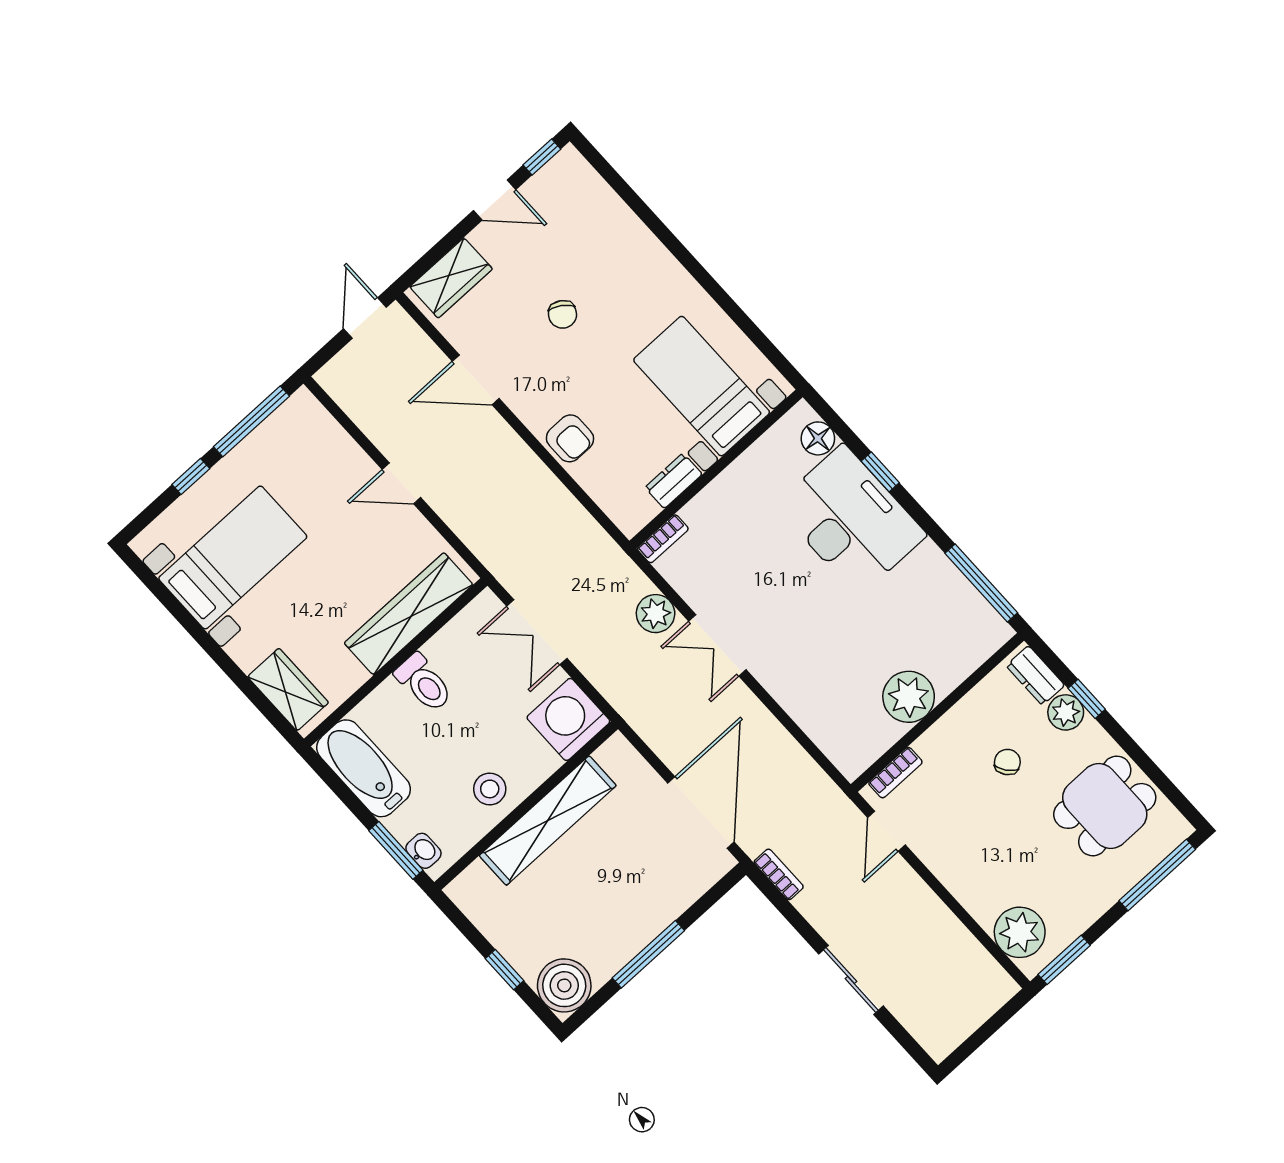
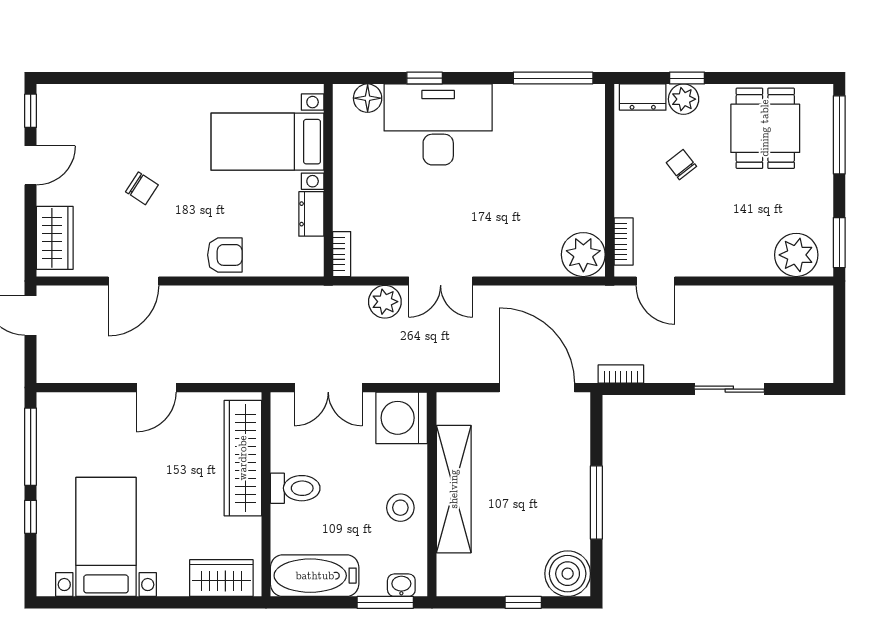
plant: (909, 697) -> (583, 255), moved

